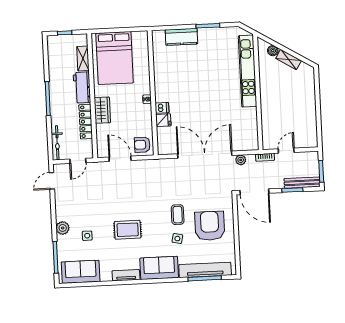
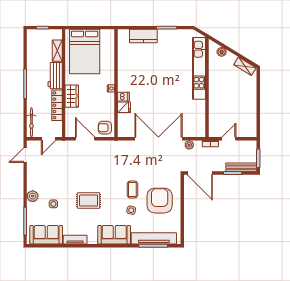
shelving: (289, 59) -> (245, 66), moved
tv unit: (126, 275) -> (75, 240), moved

